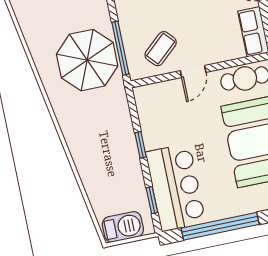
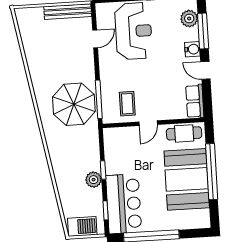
coffee table: (161, 49) -> (127, 104), turned -48
plant: (129, 160) -> (94, 180), added

